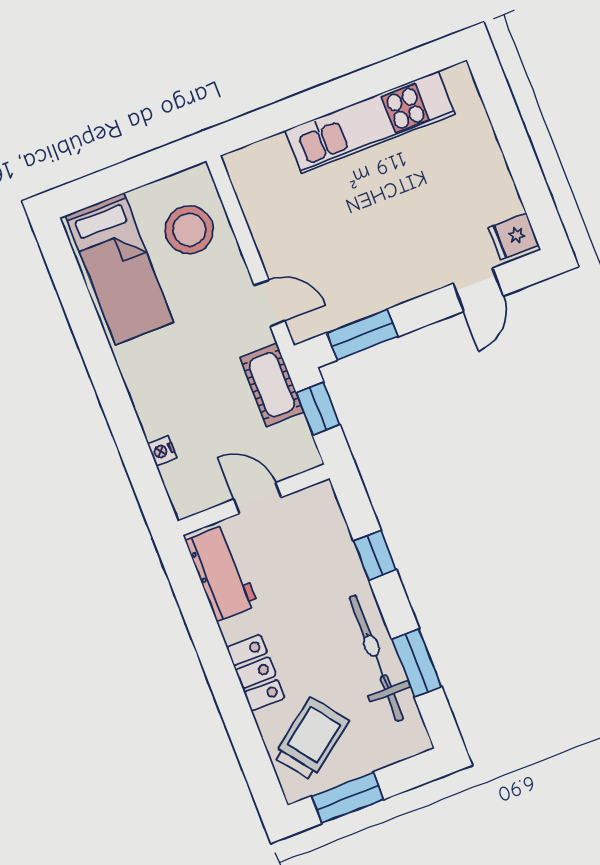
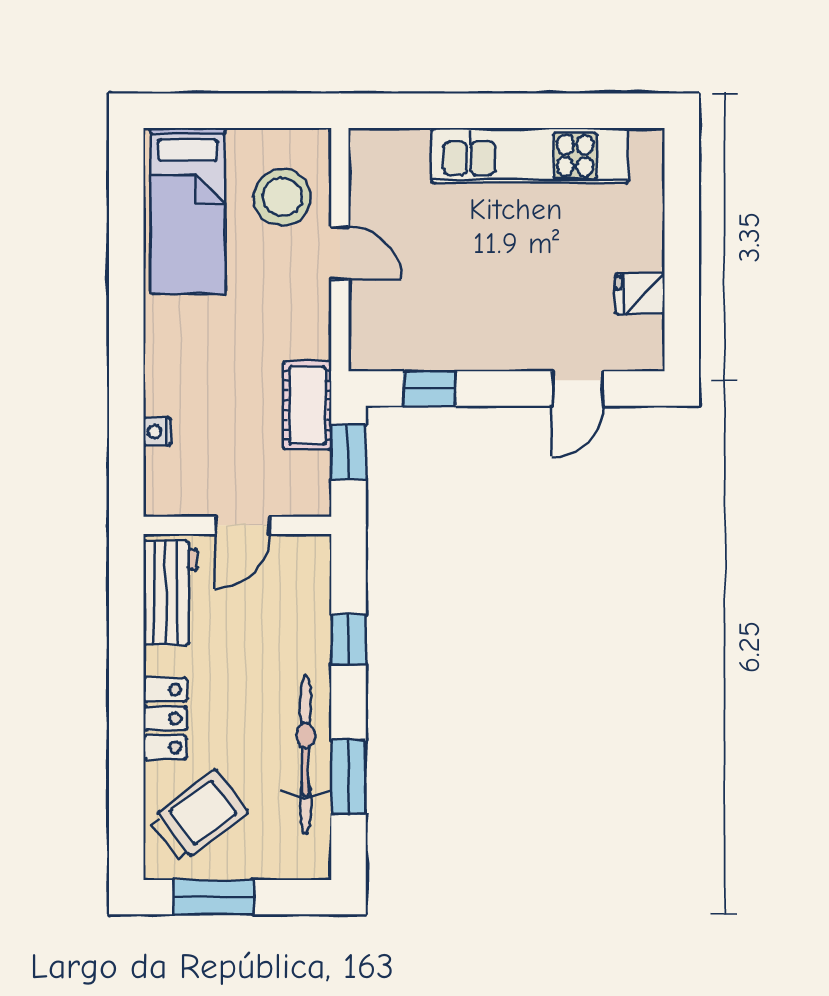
fridge: (513, 236) -> (640, 294), moved
door: (269, 303) -> (340, 253), moved
window: (362, 335) -> (429, 389), width x0.67
door: (258, 498) -> (243, 525), swing flipped

